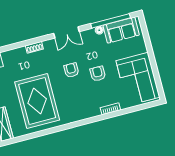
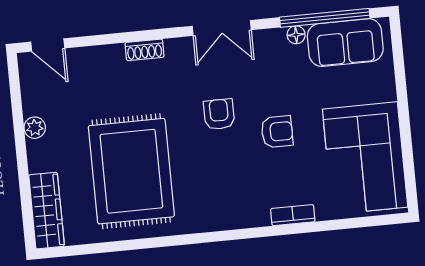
armchair: (98, 74) -> (277, 132), turned 90

